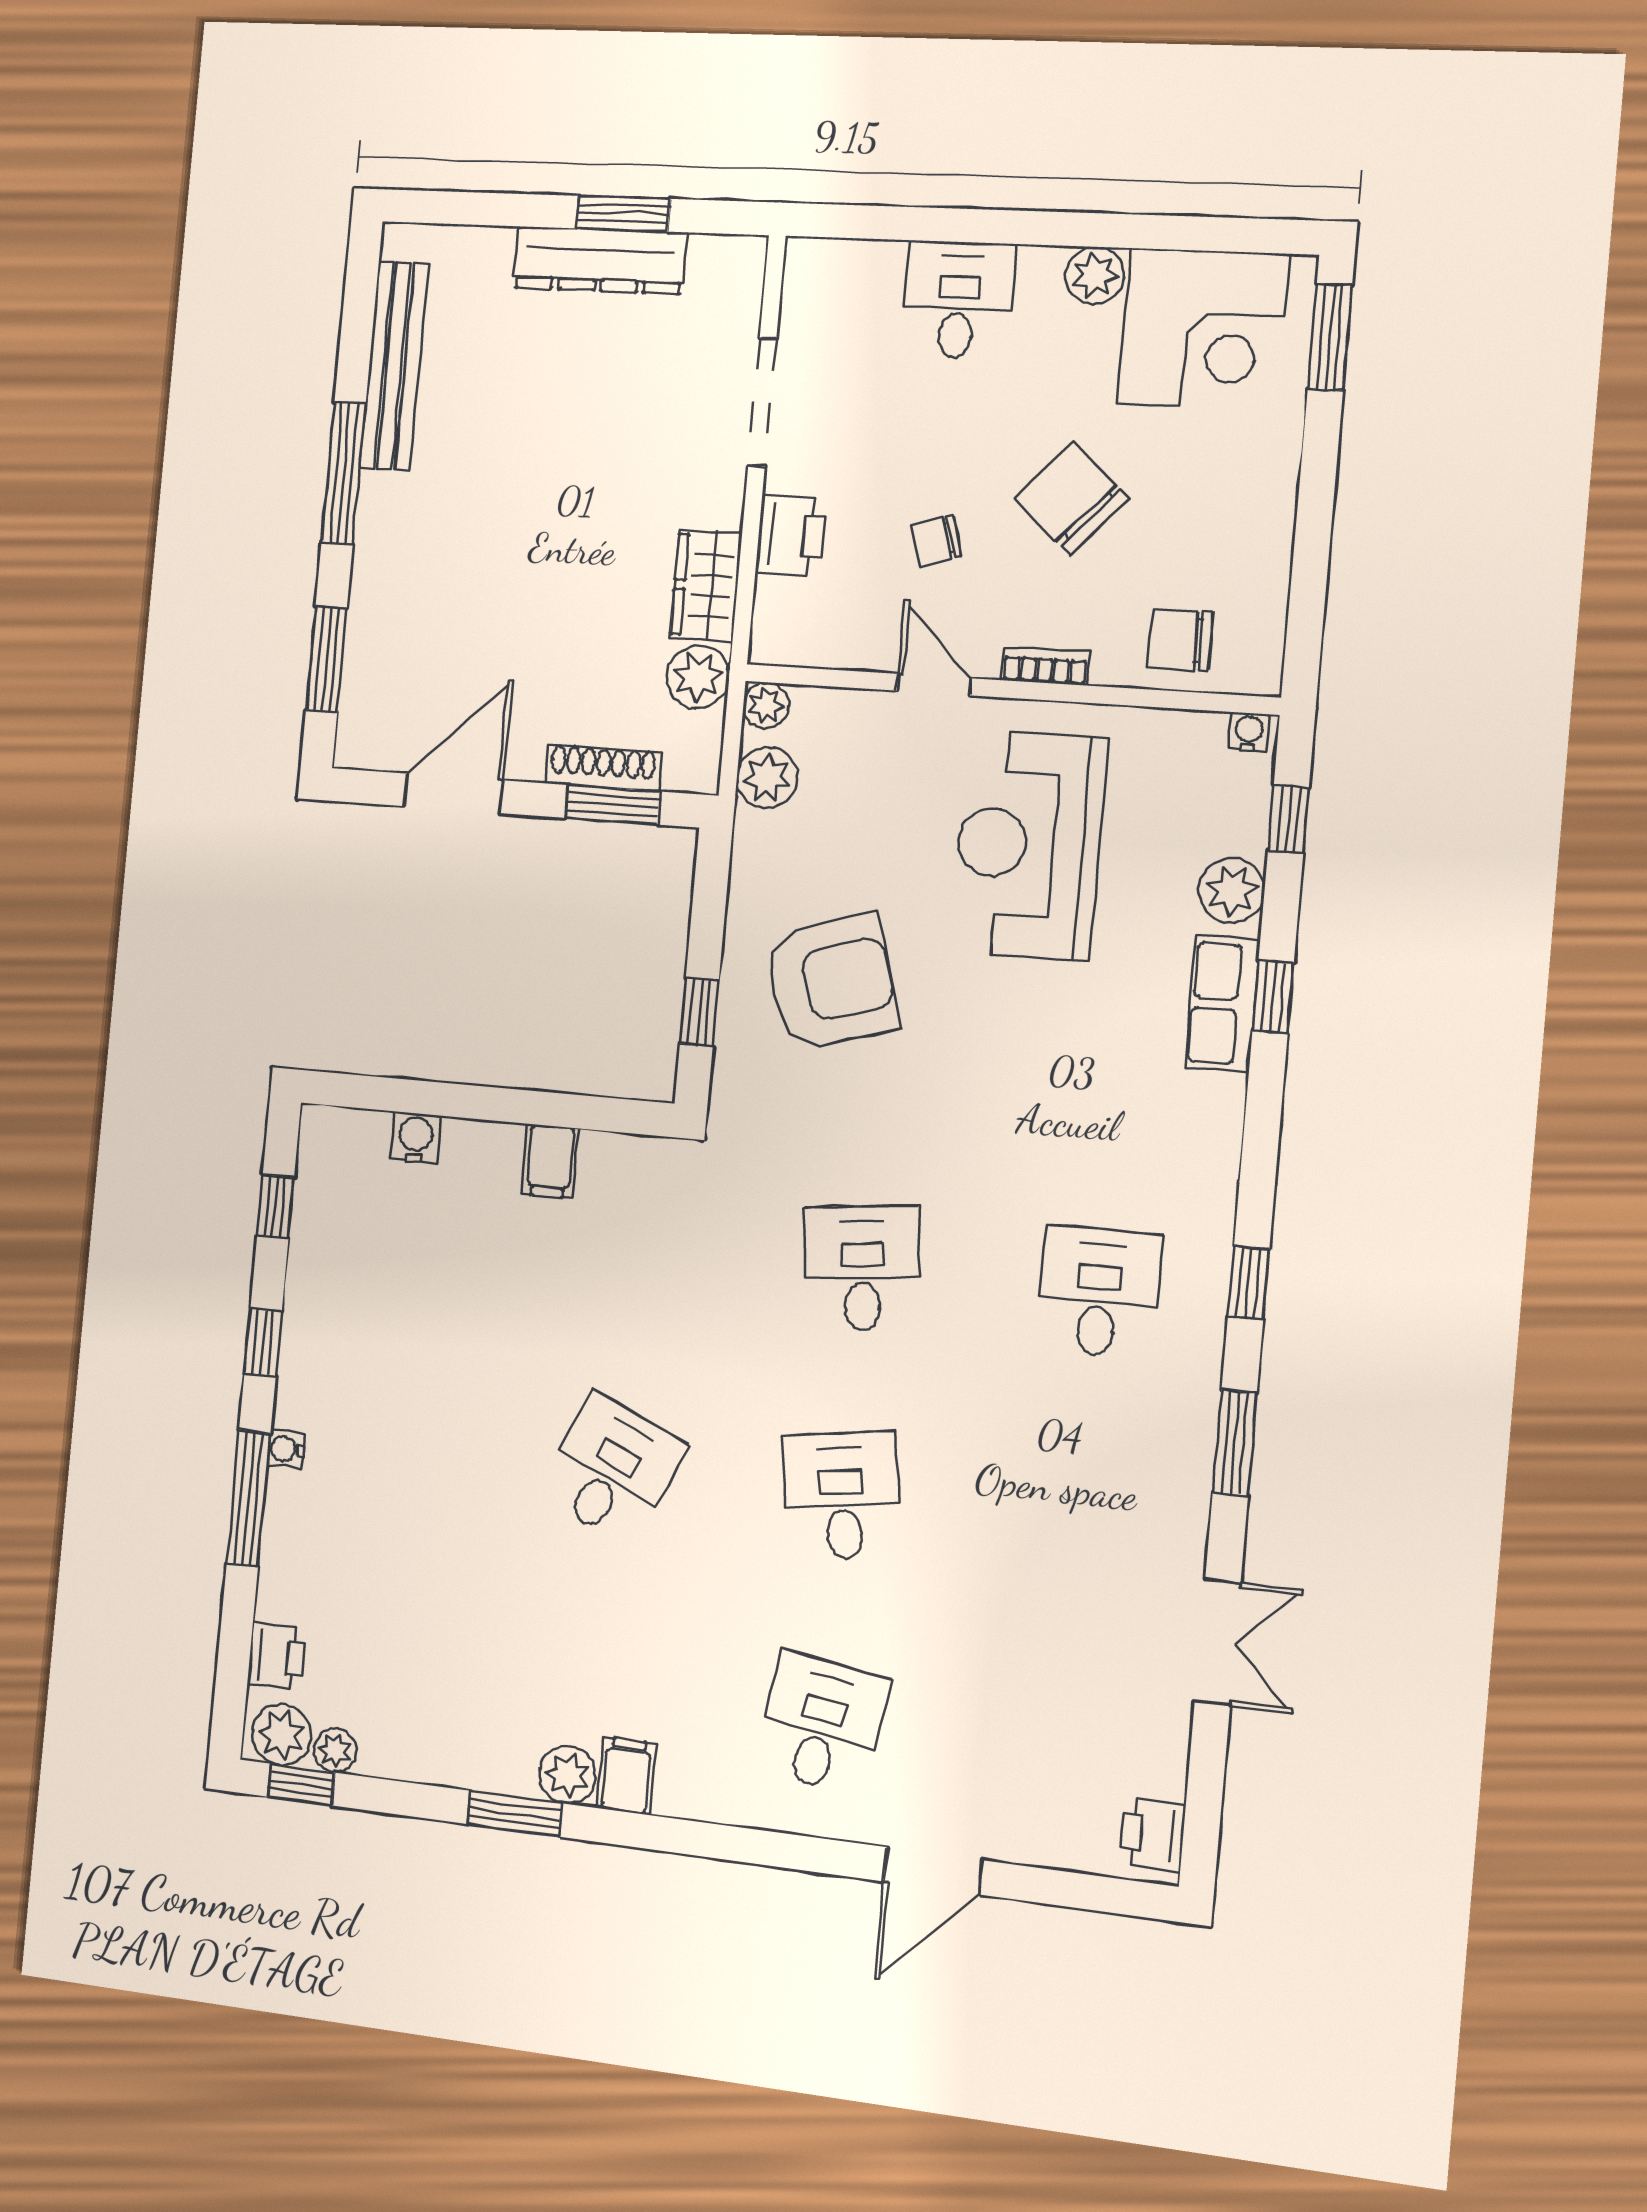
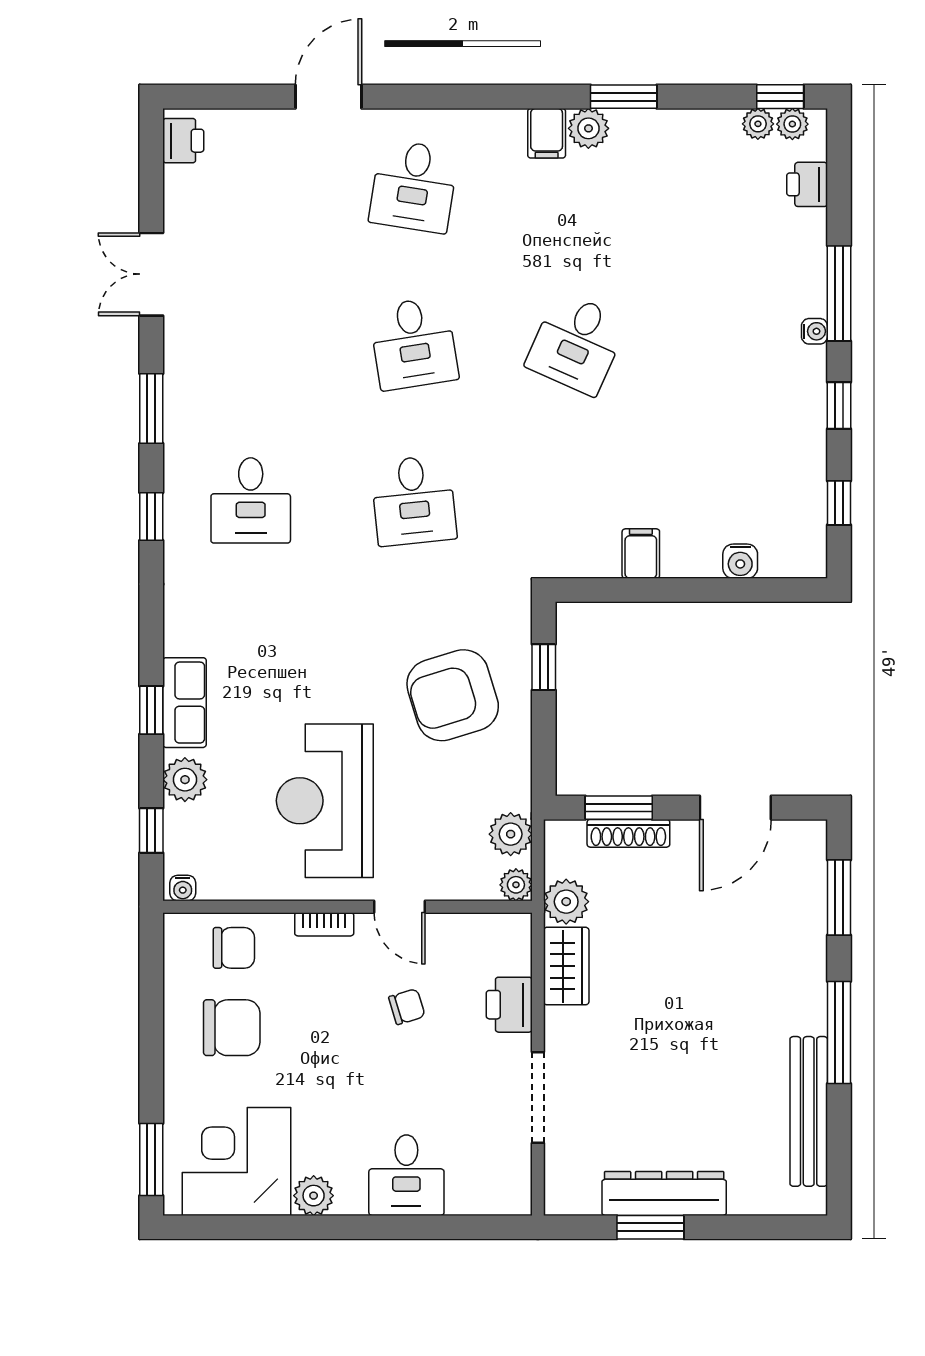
chair: (1071, 498) -> (232, 1028), moved, turned -42
reception desk: (1028, 845) -> (325, 801), turned 180
plant: (282, 1735) -> (792, 124), width x0.73, depth x0.73

